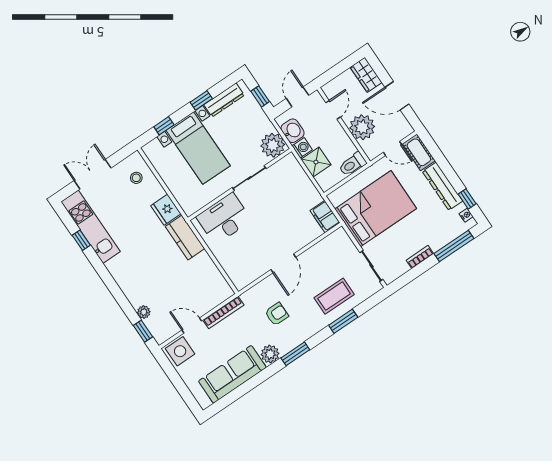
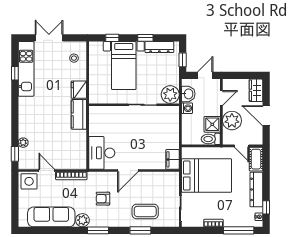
shower: (316, 162) -> (212, 124), moved
desk: (224, 219) -> (102, 153), moved, turned -90
armchair: (277, 314) -> (103, 199), turned 180

